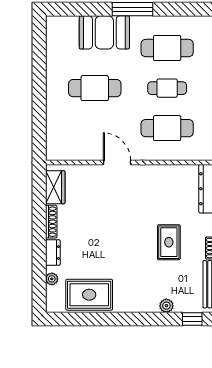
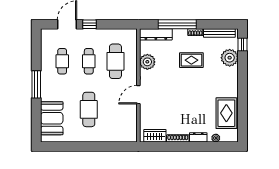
booth: (104, 32) -> (52, 118), moved
cafe table: (167, 48) -> (62, 61), width x0.73, depth x0.74
plant: (166, 176) -> (147, 62), added
plant: (166, 306) -> (230, 58), width x1.88, depth x1.88

